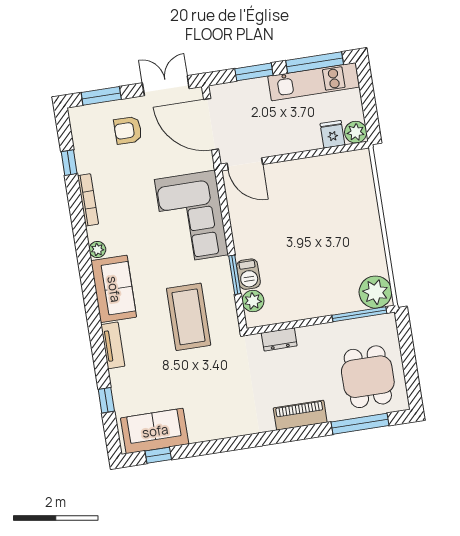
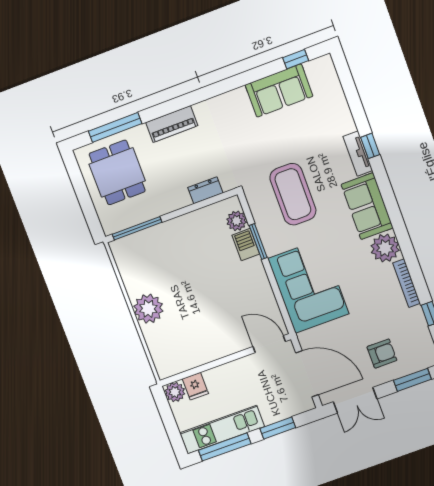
plant: (97, 249) -> (385, 248), width x1.88, depth x1.88
plant: (375, 292) -> (148, 309), moved
window: (106, 400) -> (370, 146), moved
sofa: (155, 431) -> (279, 91), moved

